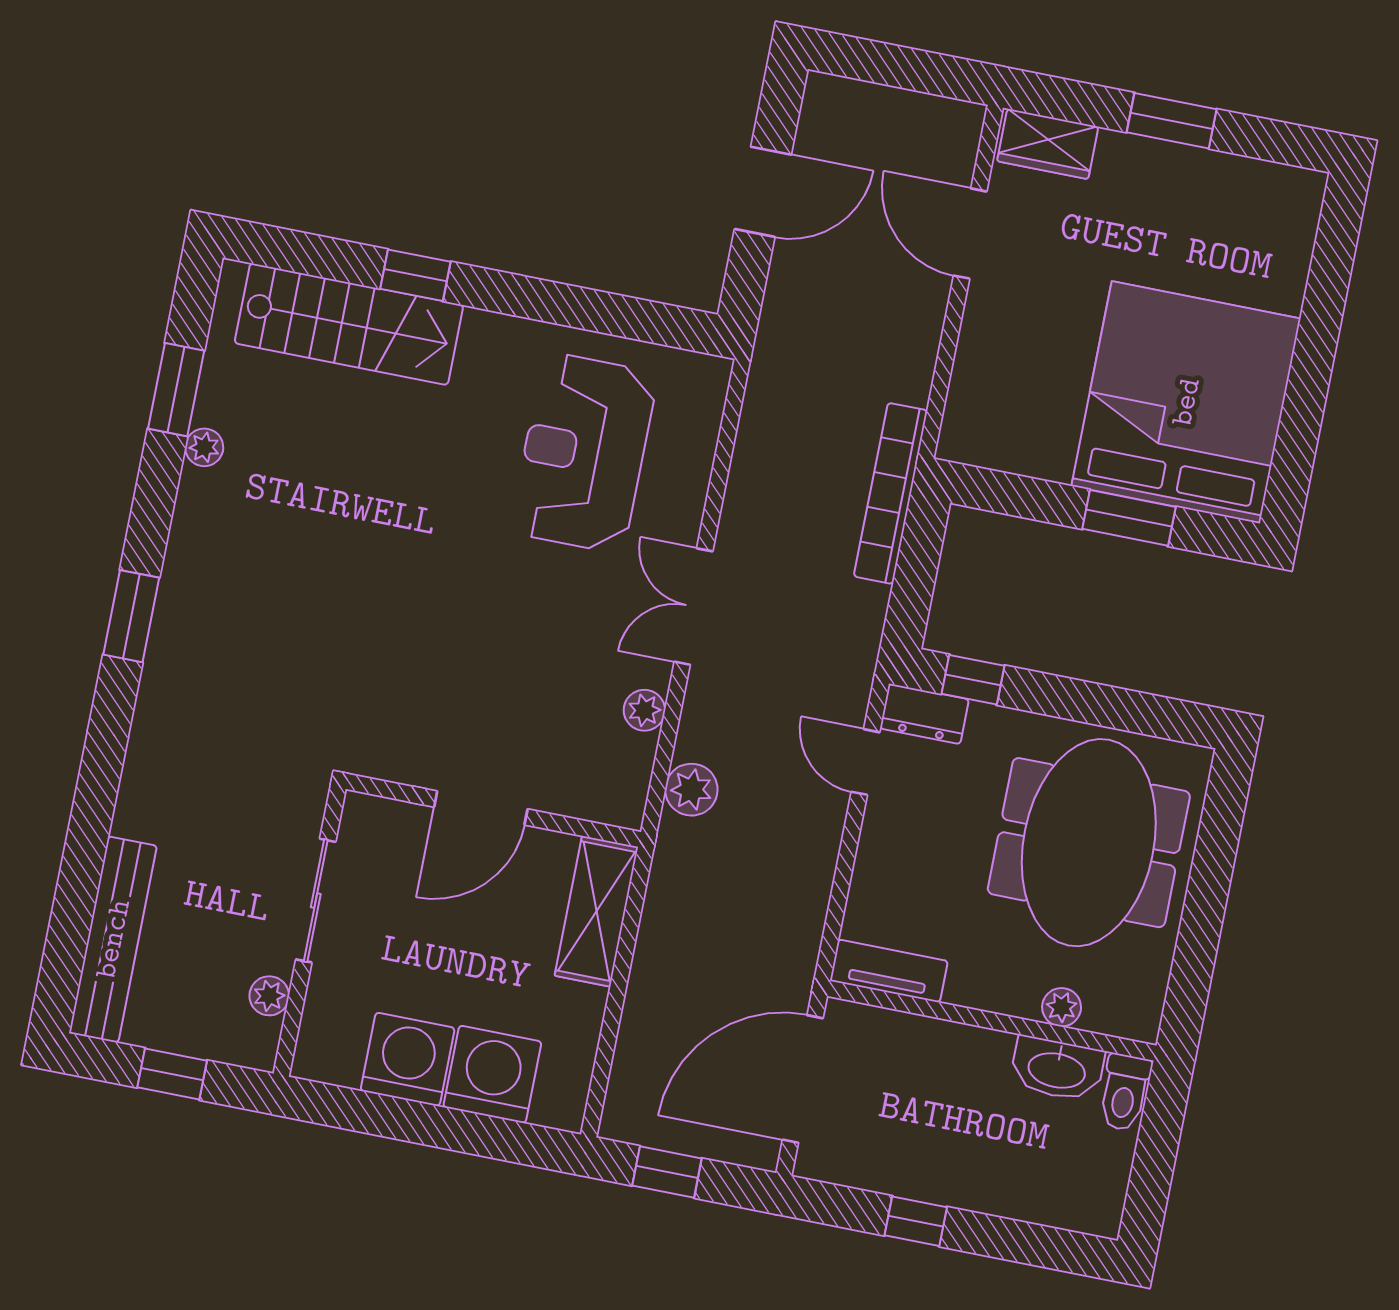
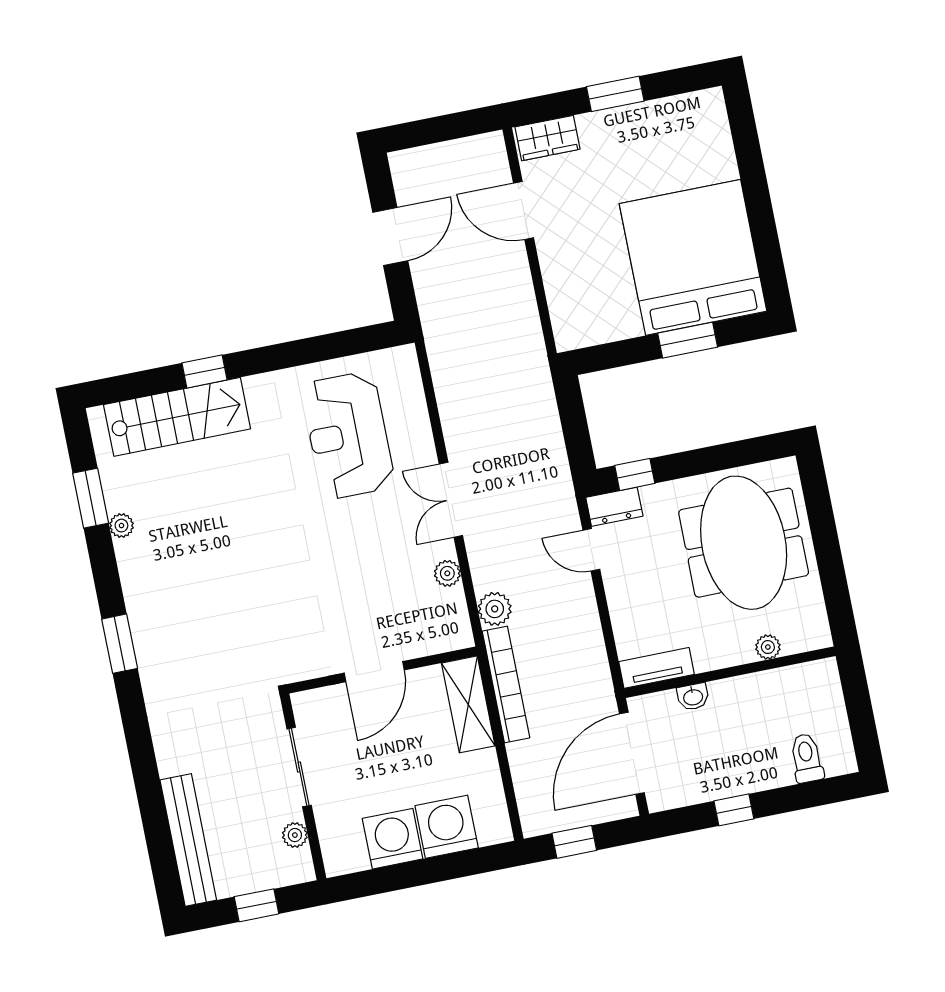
bookcase: (891, 493) -> (506, 684), moved, turned 180
washbasin: (1057, 1069) -> (693, 697), moved, width x0.52, depth x0.69
toilet: (1125, 1092) -> (807, 758), moved, turned 180

